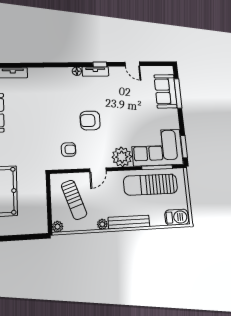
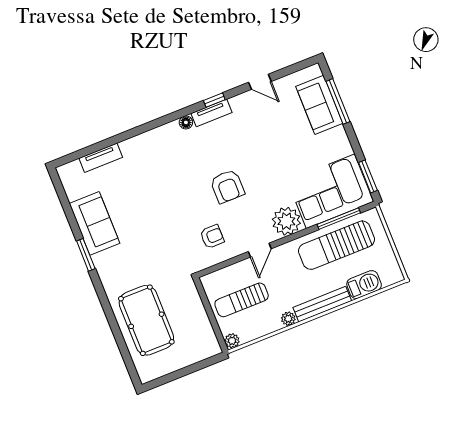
armchair: (90, 120) -> (227, 186), turned -90
sun lounger: (74, 200) -> (242, 300), turned 109
barbecue: (177, 217) -> (364, 285), moved

